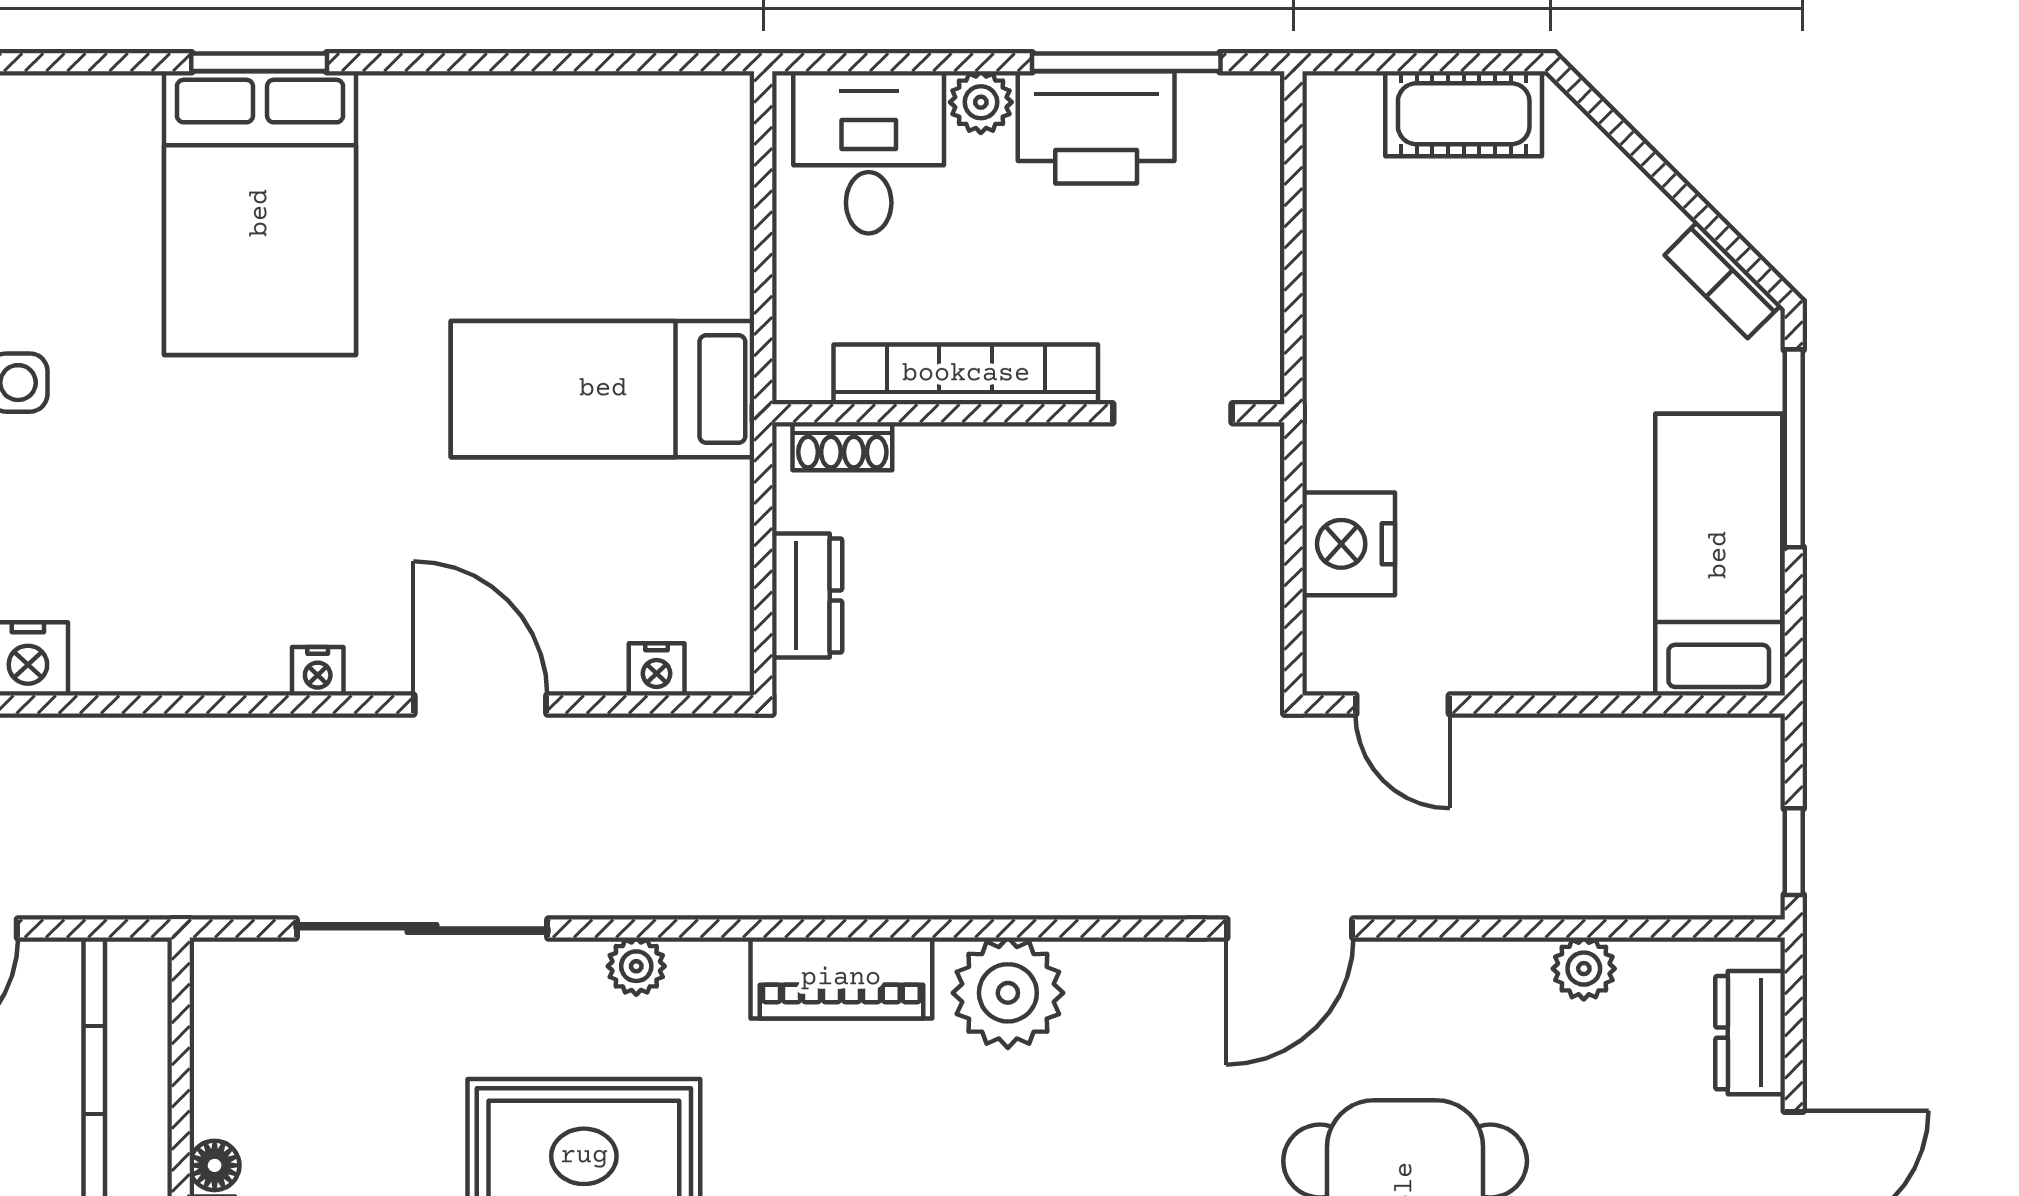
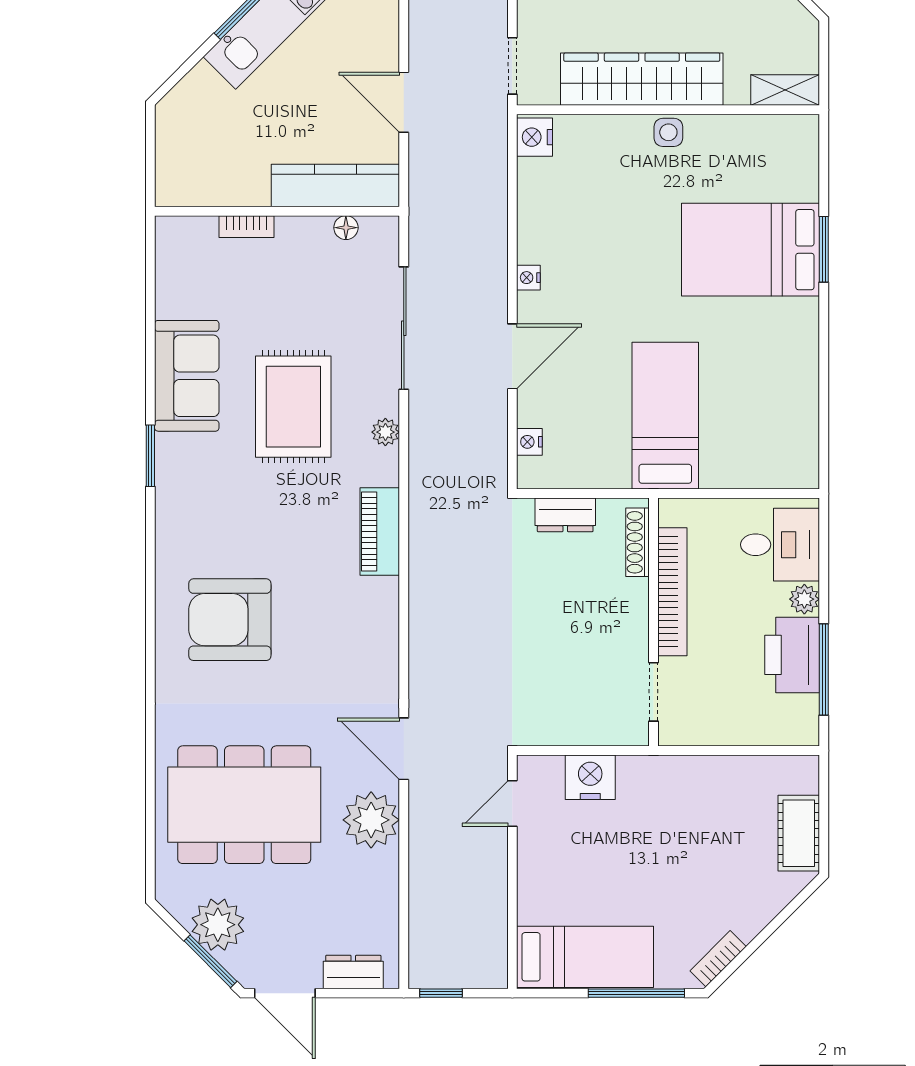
shoe rack: (842, 446) -> (638, 542), width x1.43
plant: (1584, 969) -> (371, 820), moved, width x1.87, depth x1.87
plant: (1008, 993) -> (373, 612), removed
floor lamp: (215, 1165) -> (346, 228), moved

